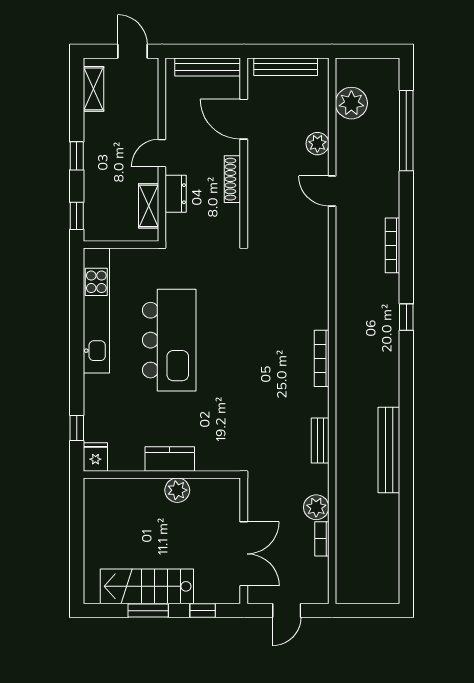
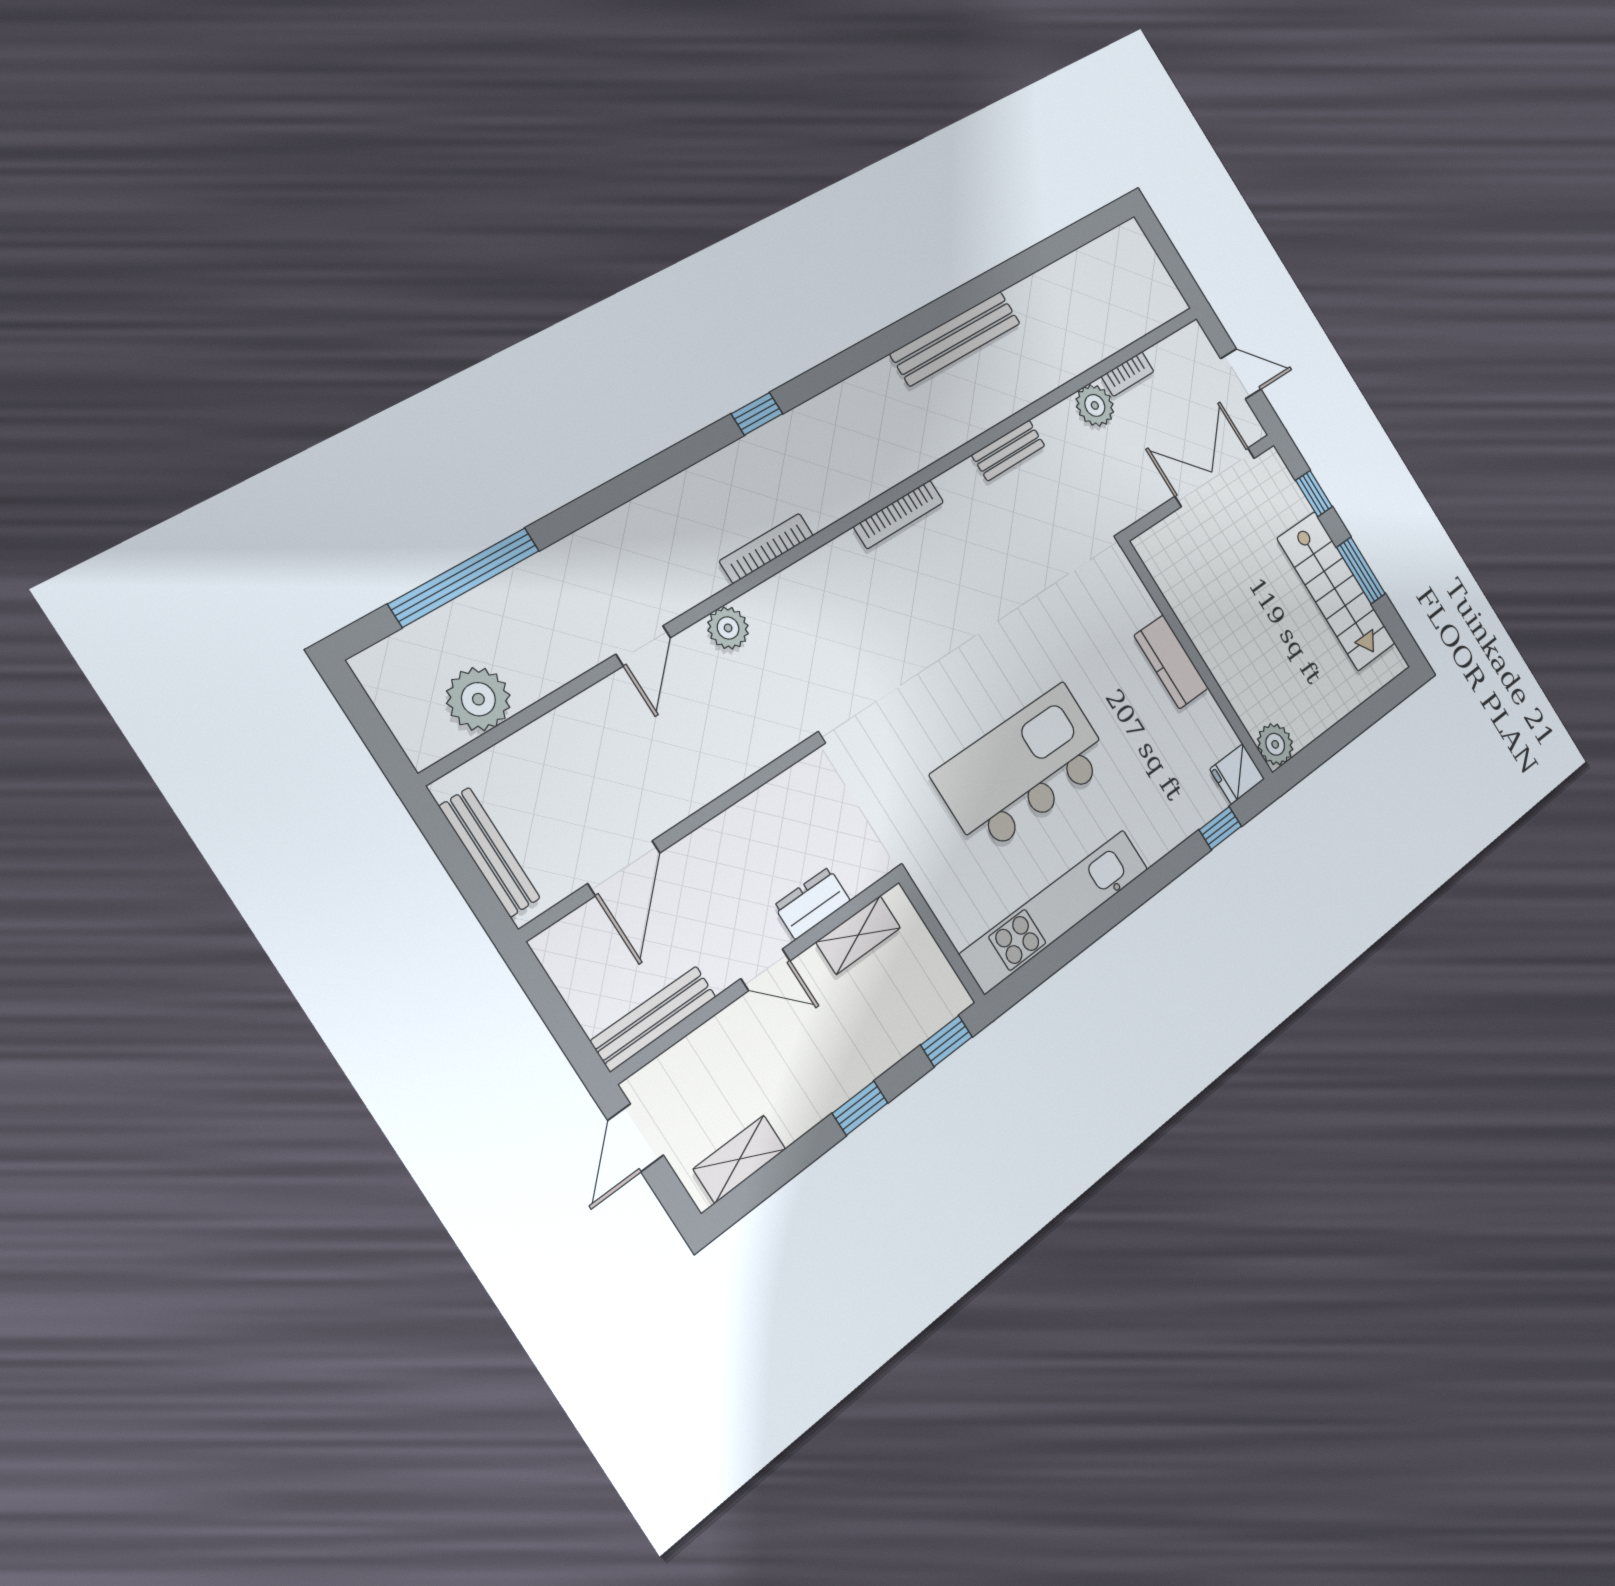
bench: (208, 67) -> (654, 1019), moved, turned 90
plant: (317, 144) -> (728, 628), moved
shoe rack: (232, 179) -> (731, 824), removed
bookcase: (393, 245) -> (767, 548), moved, turned 180
plant: (177, 490) -> (1275, 744), moved

